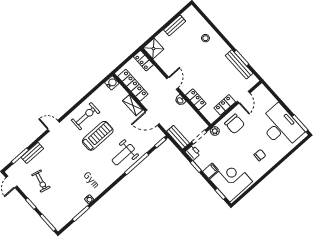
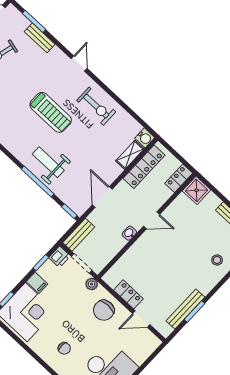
locker: (196, 99) -> (132, 254), removed
shelving: (133, 105) -> (130, 155), moved
treadmill: (98, 136) -> (51, 112), moved

